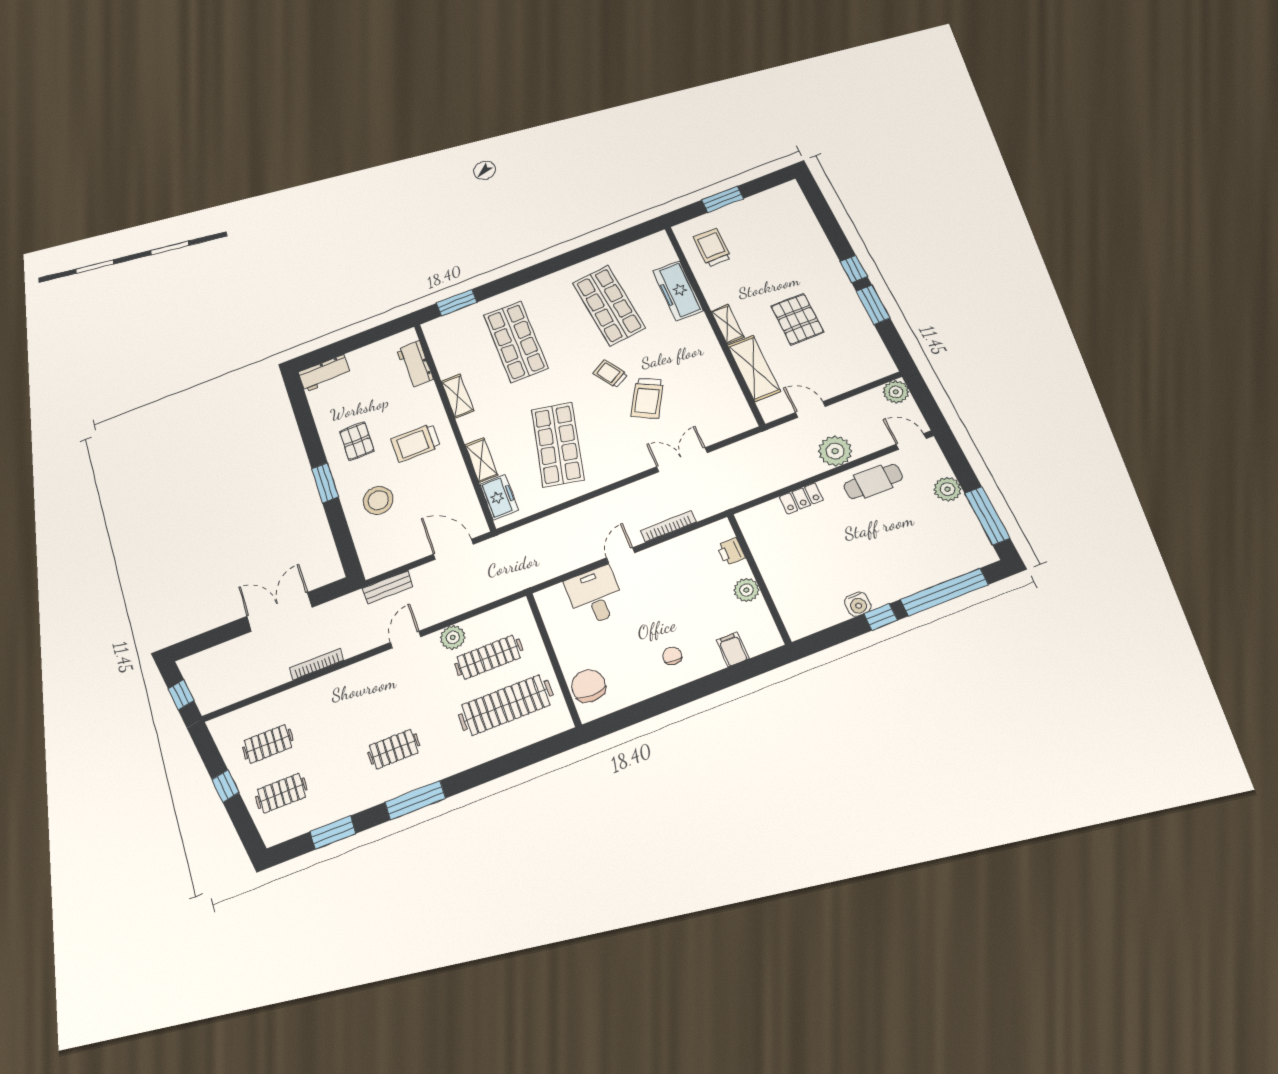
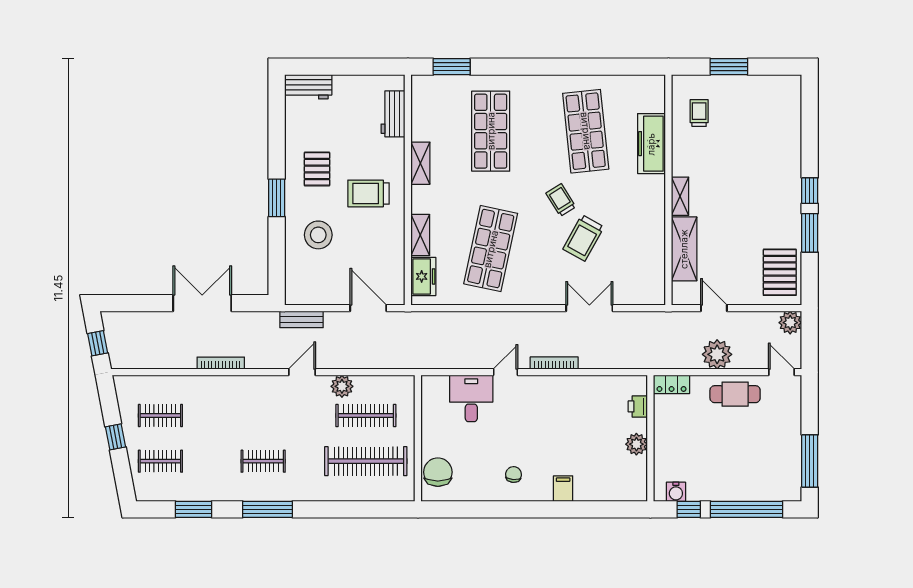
trolley: (712, 247) -> (699, 113), width x0.73, depth x0.72
pallet: (797, 319) -> (780, 272), moved
plant: (948, 489) -> (790, 426), removed
printer: (731, 552) -> (638, 406), moved
wall: (759, 578) -> (650, 438), moved
plant: (746, 590) -> (636, 444), moved

